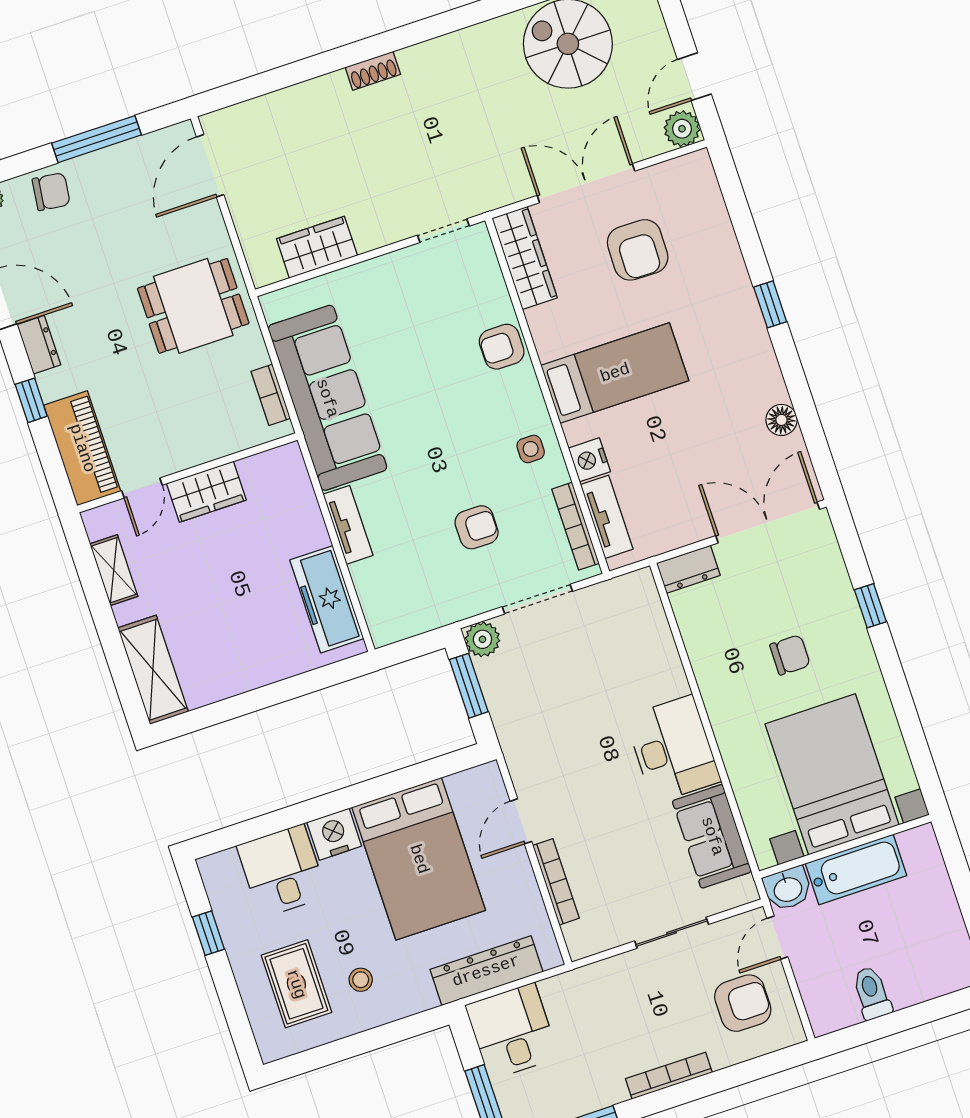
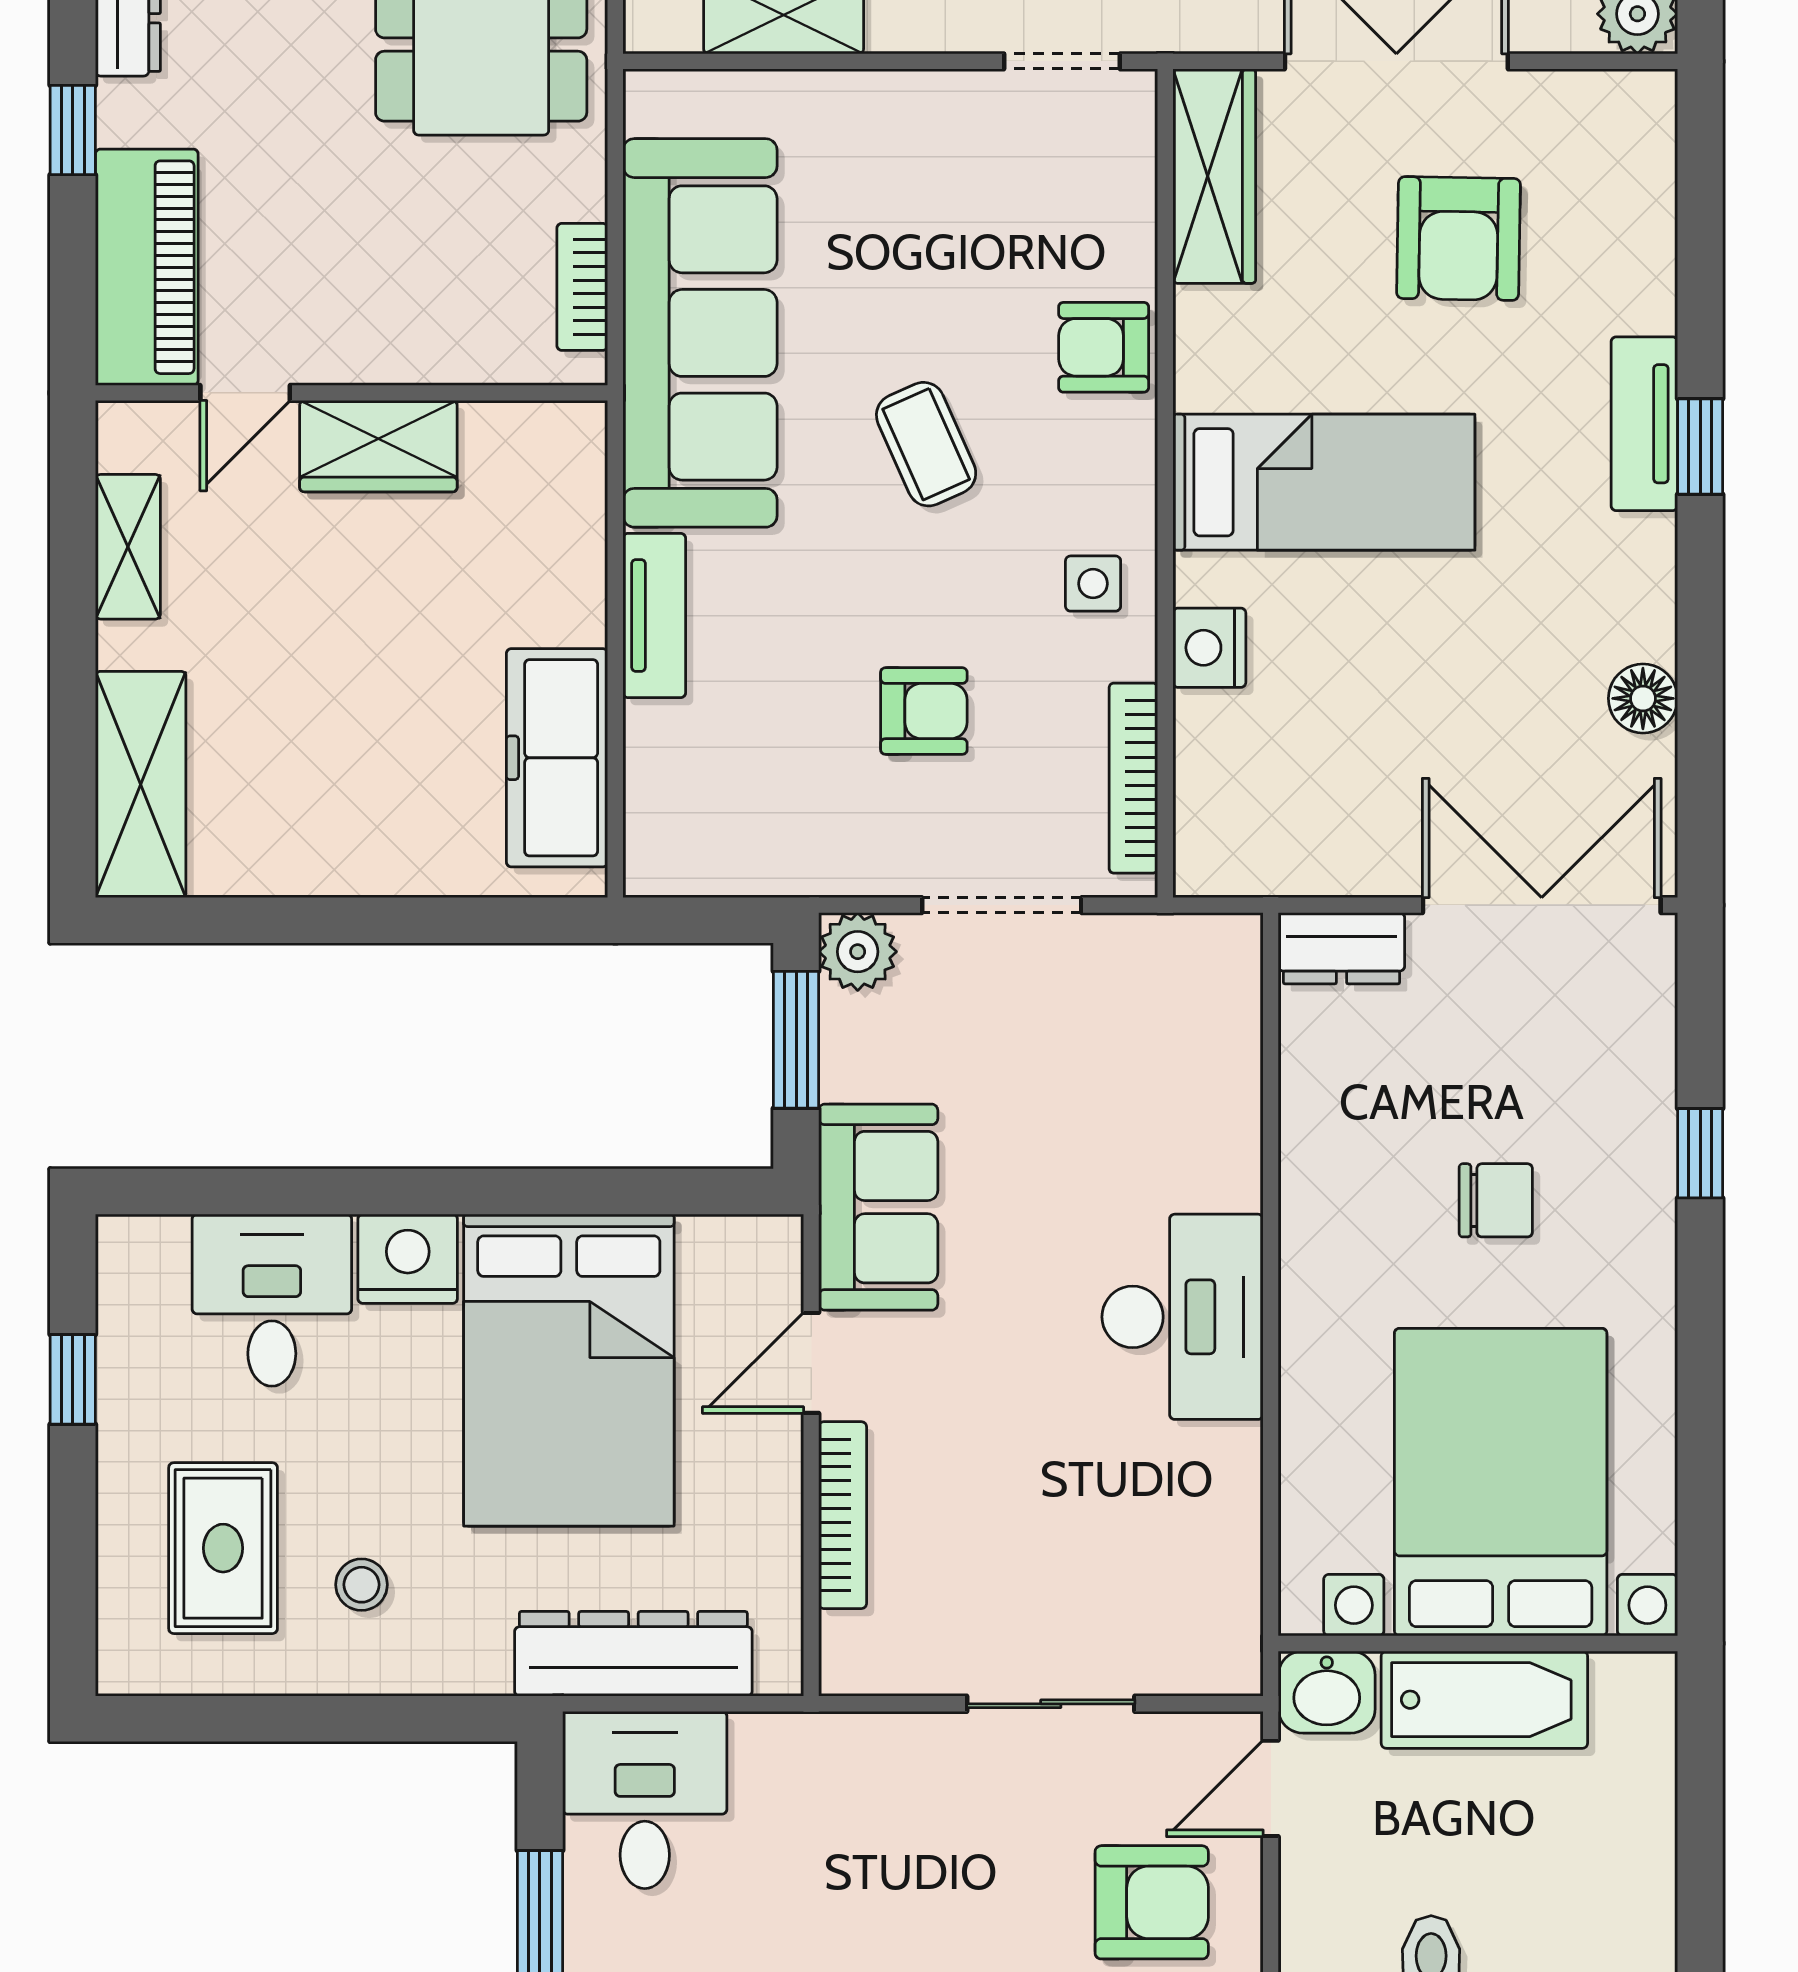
coffee table: (440, 413) -> (926, 444), added
tv unit: (607, 517) -> (1644, 424), moved, turned 180
sofa: (712, 836) -> (878, 1207), moved, turned 180

